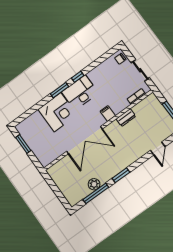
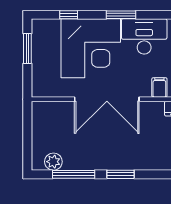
window: (78, 77) -> (69, 15), moved
corner desk: (57, 112) -> (91, 48), width x1.36, depth x1.36
plant: (94, 184) -> (53, 162), moved

